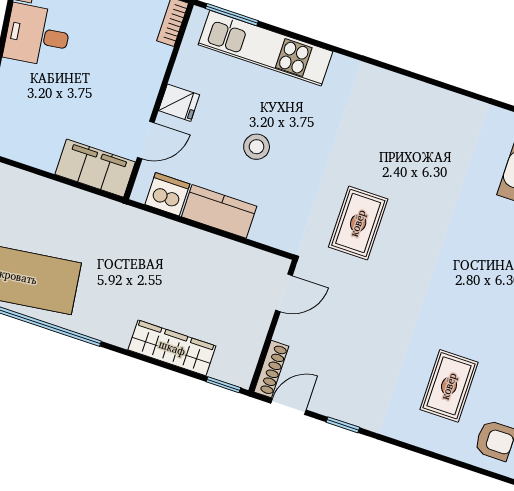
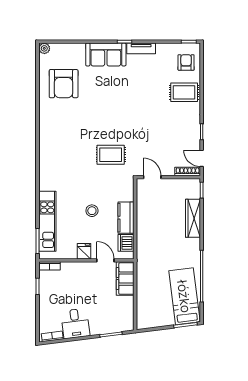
rug: (449, 386) -> (184, 92), moved

